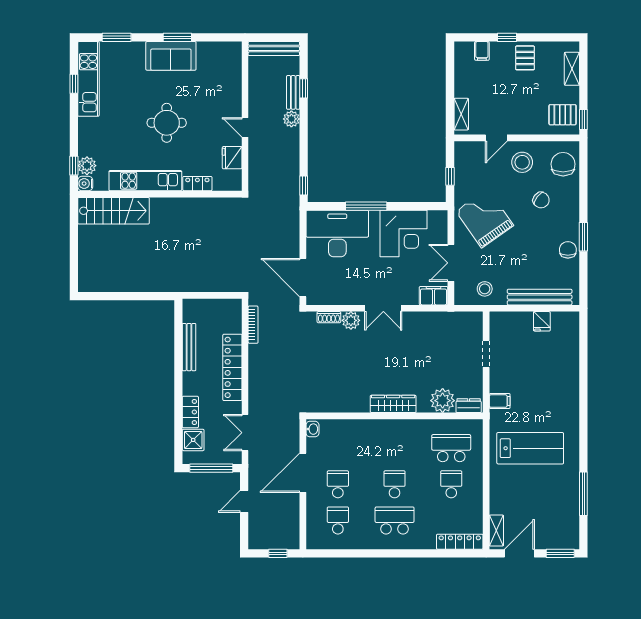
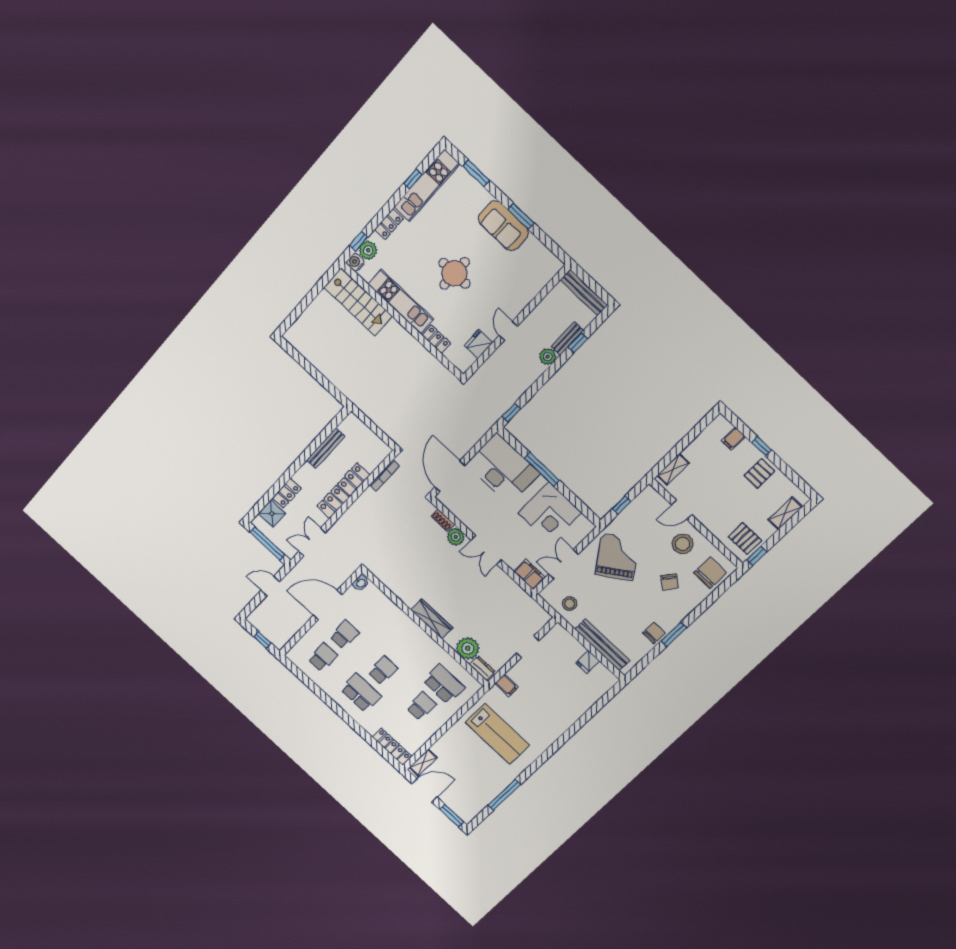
locker: (85, 132) -> (389, 224), added

